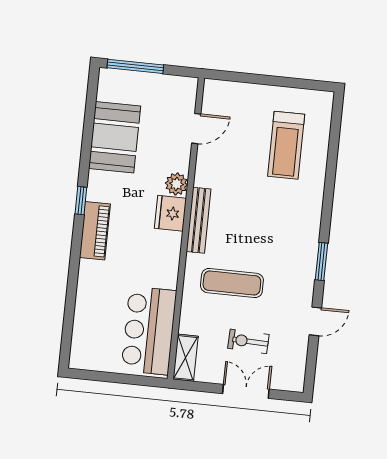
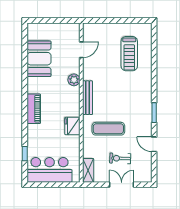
window: (135, 66) -> (46, 21), removed
window: (81, 201) -> (25, 154), moved
fridge: (170, 213) -> (72, 126), moved
door: (315, 321) -> (154, 144), swing flipped
bar counter: (149, 331) -> (50, 170), moved, turned 90

